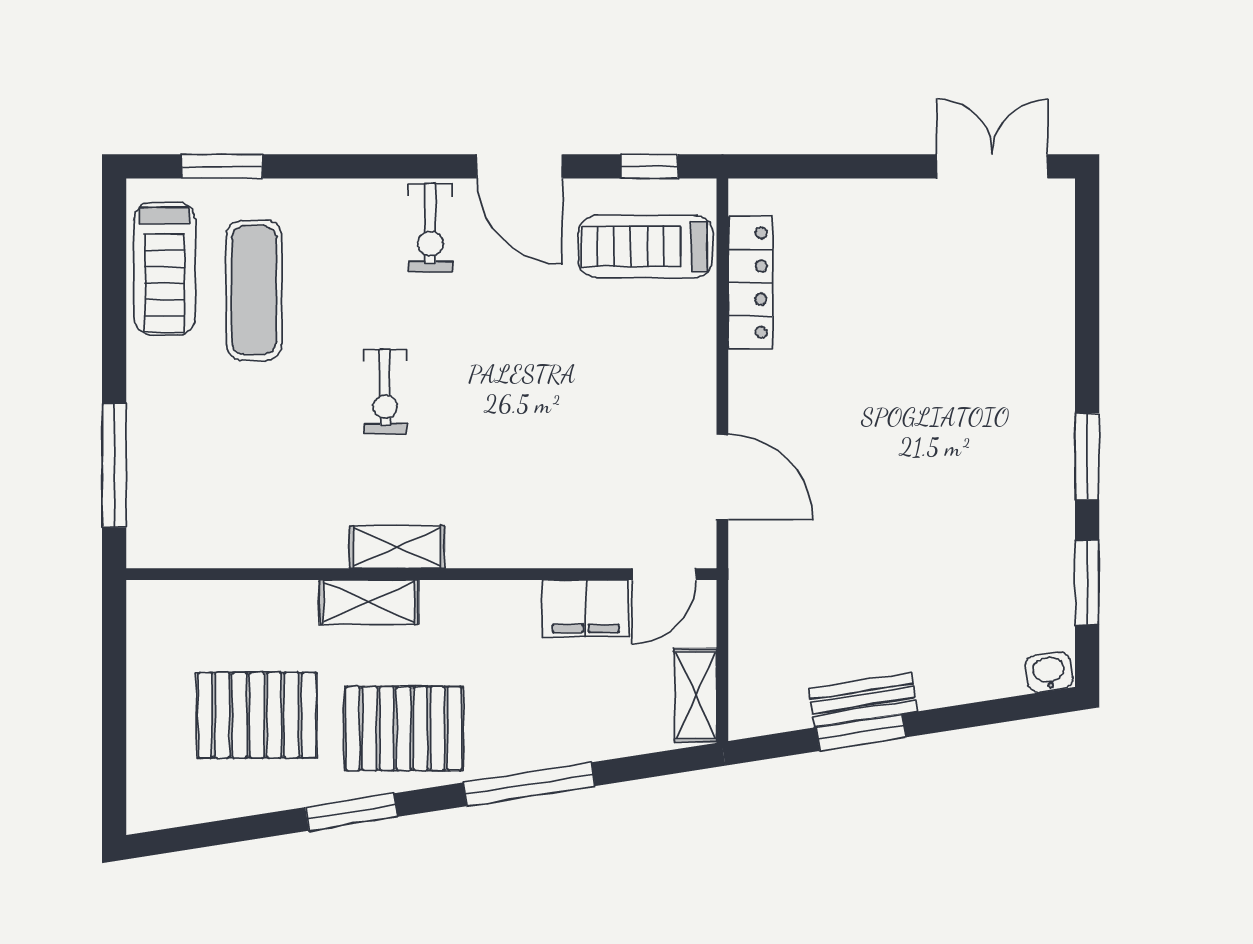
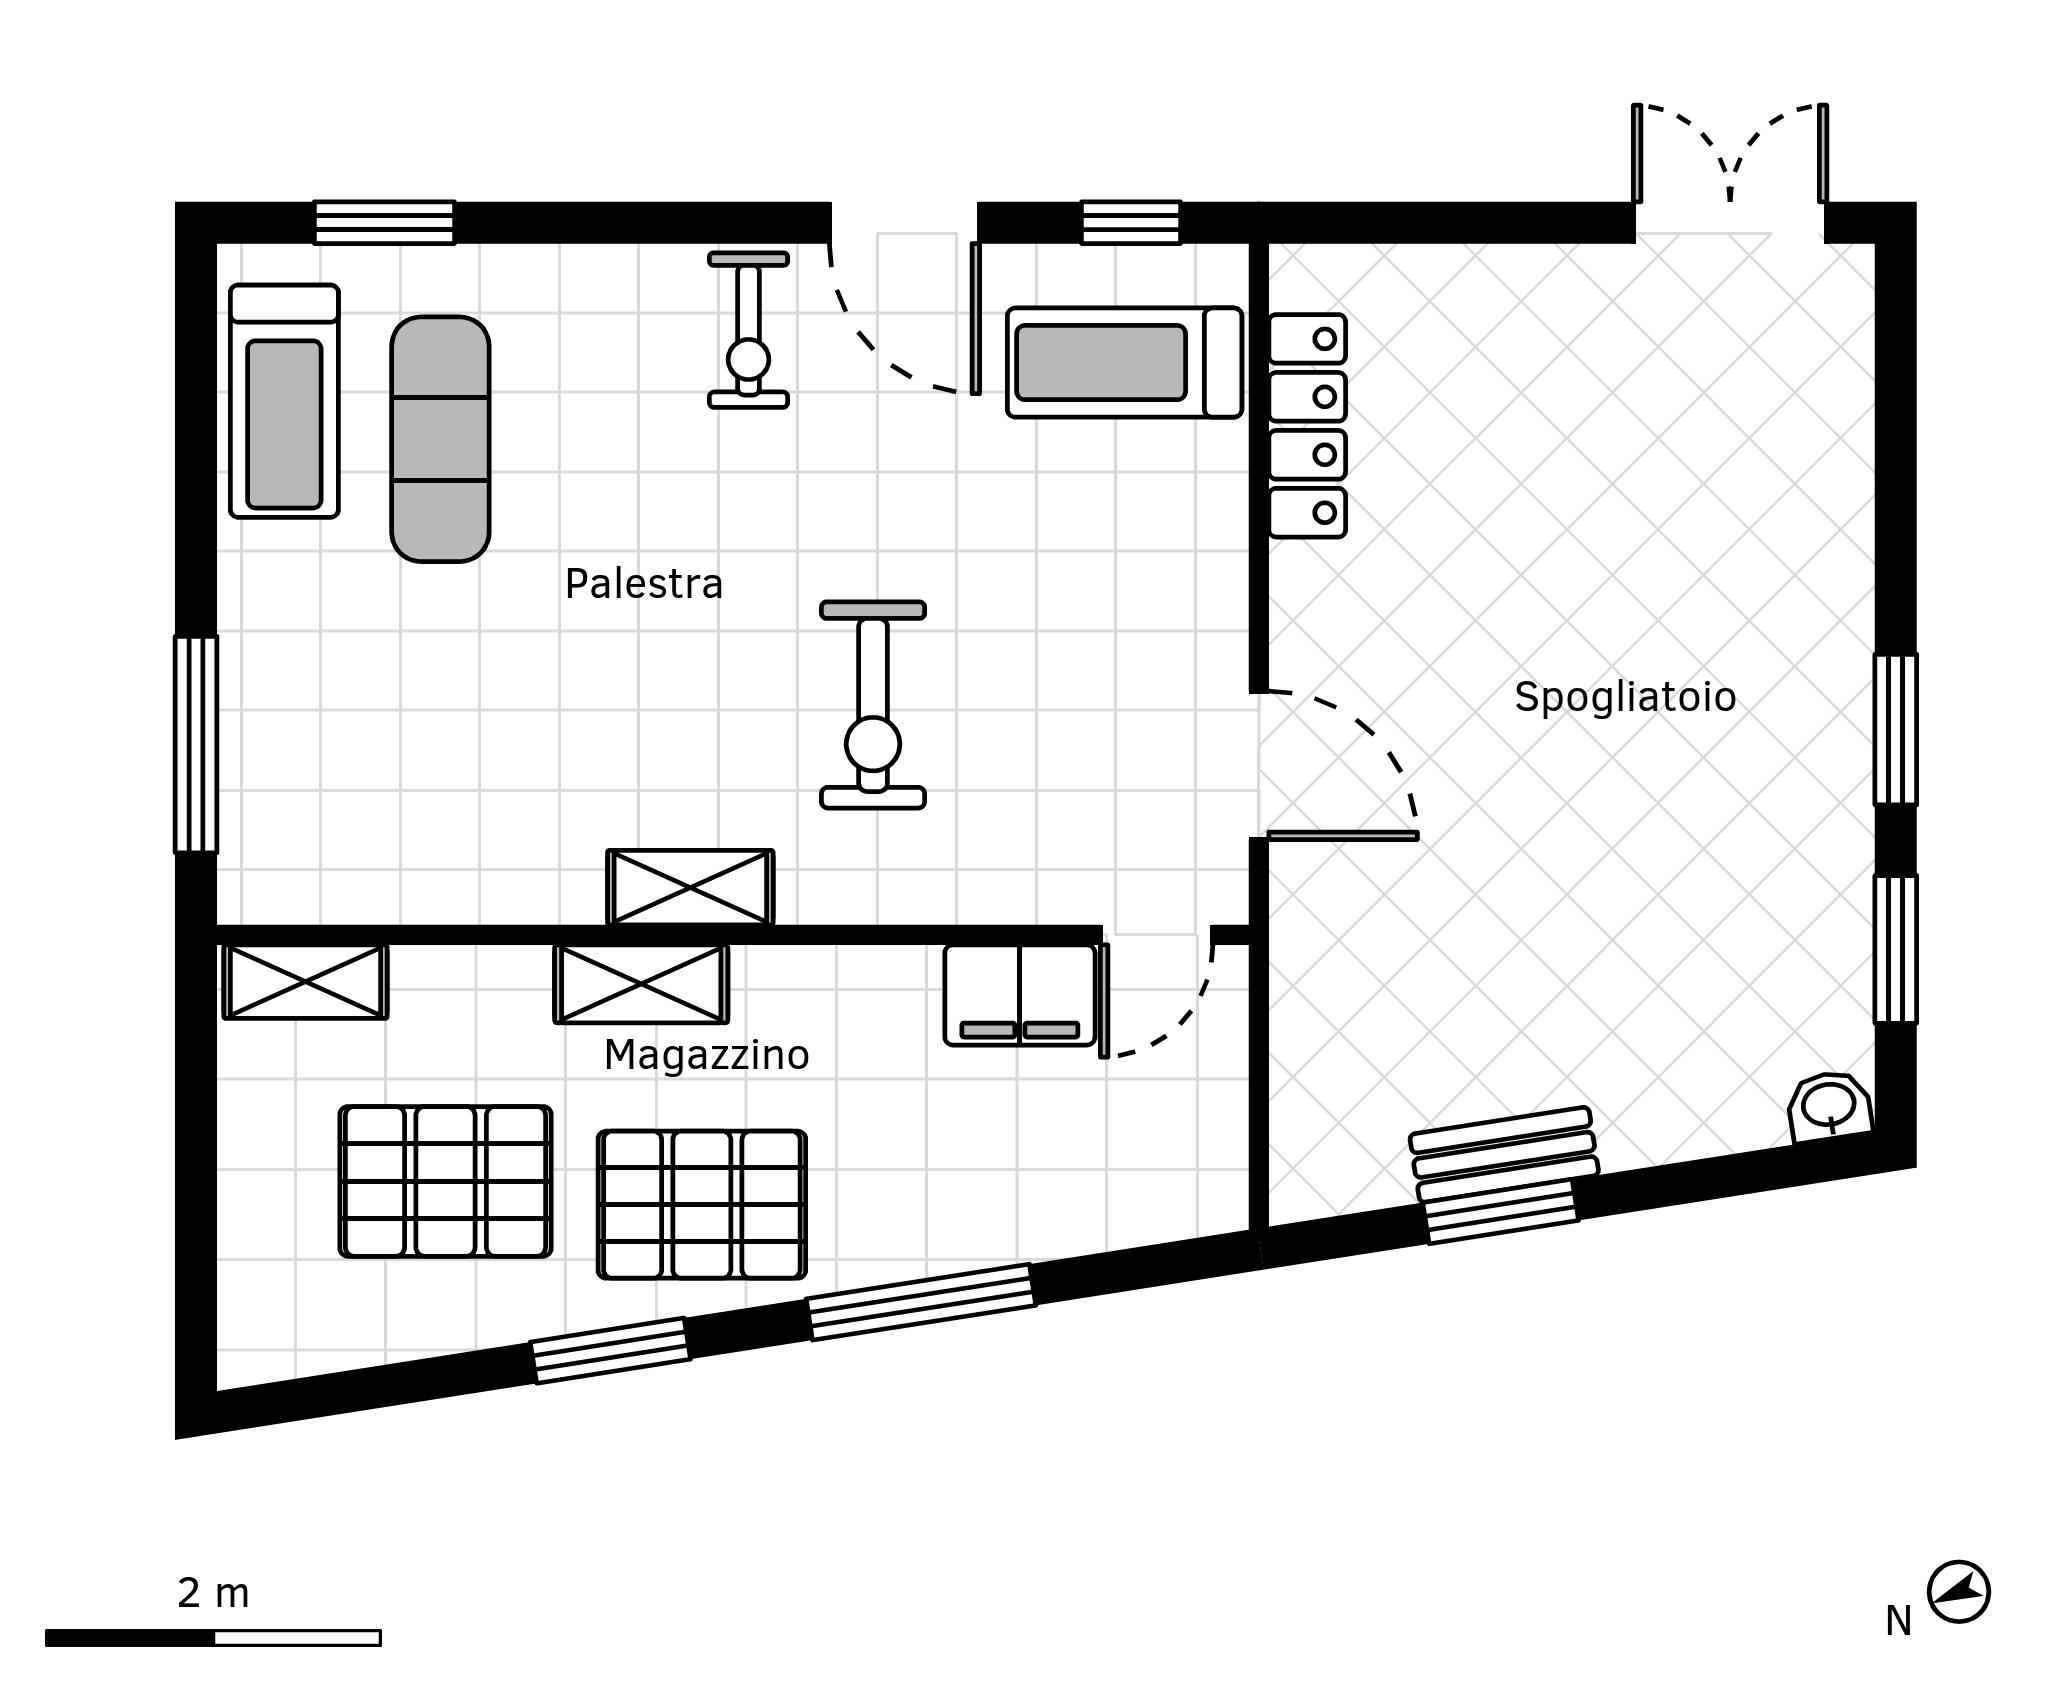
exercise bike: (385, 392) -> (873, 705), moved, width x1.38, depth x1.39
shelving: (696, 695) -> (306, 982), moved, turned 90

